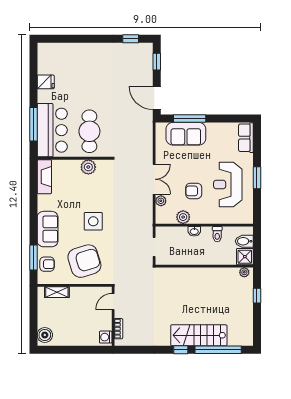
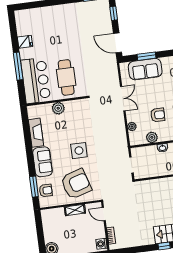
window: (190, 118) -> (147, 56), width x0.69
window: (33, 124) -> (18, 66), moved
plant: (88, 167) -> (58, 108), moved
fireplace: (44, 177) -> (36, 133), moved
double door: (154, 179) -> (123, 99), moved
armchair: (194, 191) -> (158, 115), turned 180
shelving: (57, 292) -> (75, 210), moved
door: (113, 302) -> (104, 214), hinge flipped

